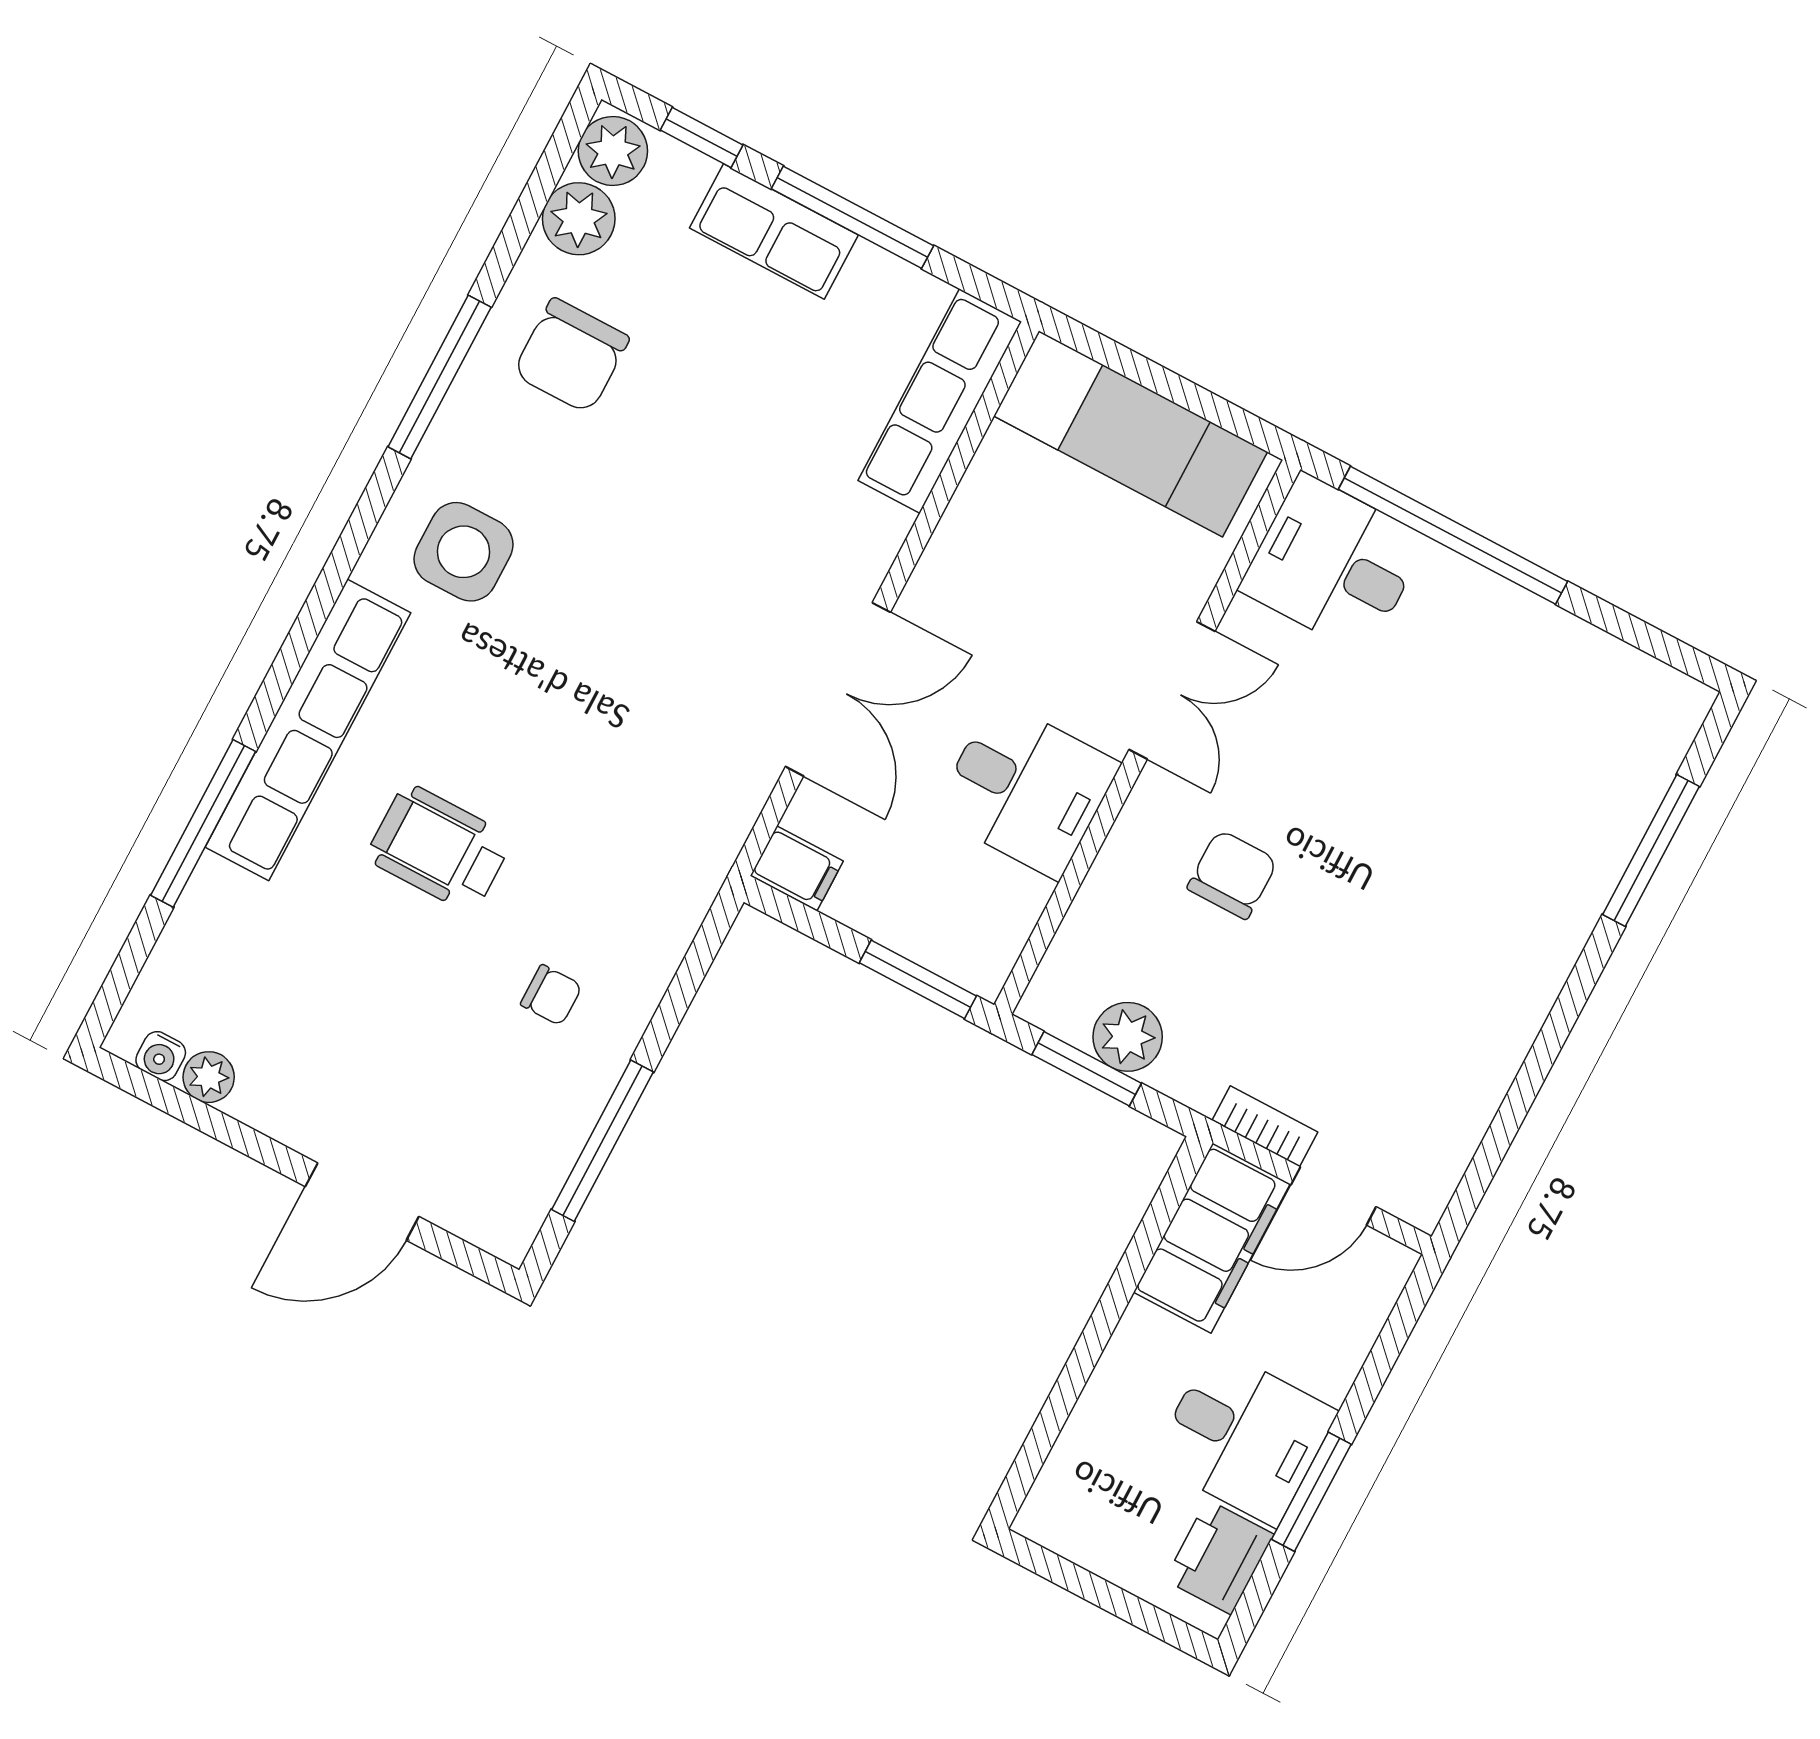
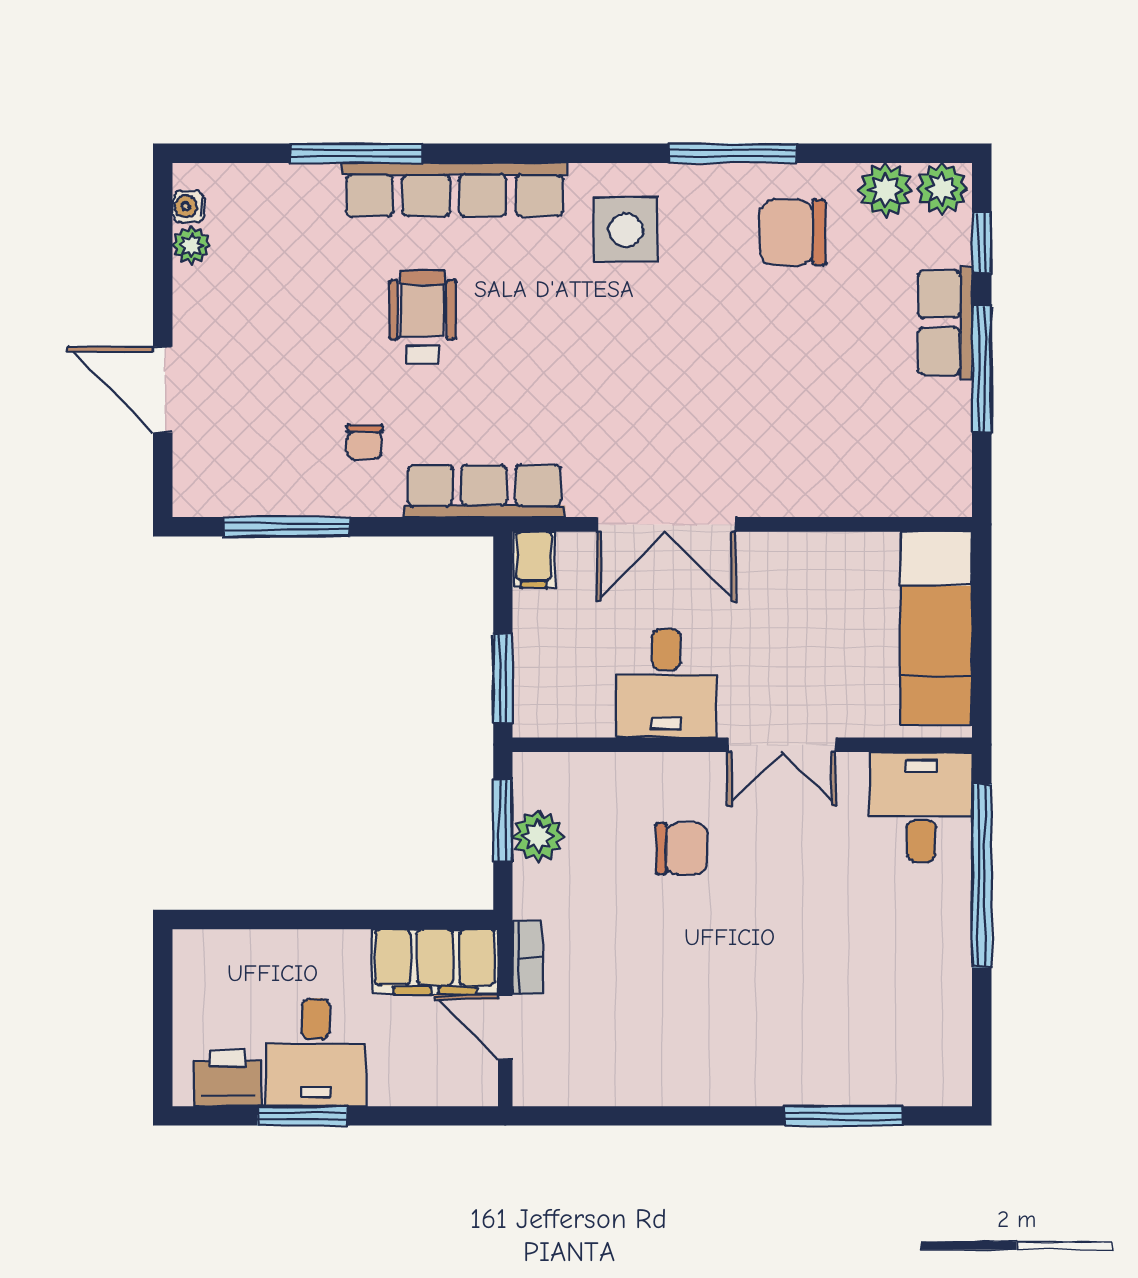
row of seats: (940, 401) -> (484, 491), moved

